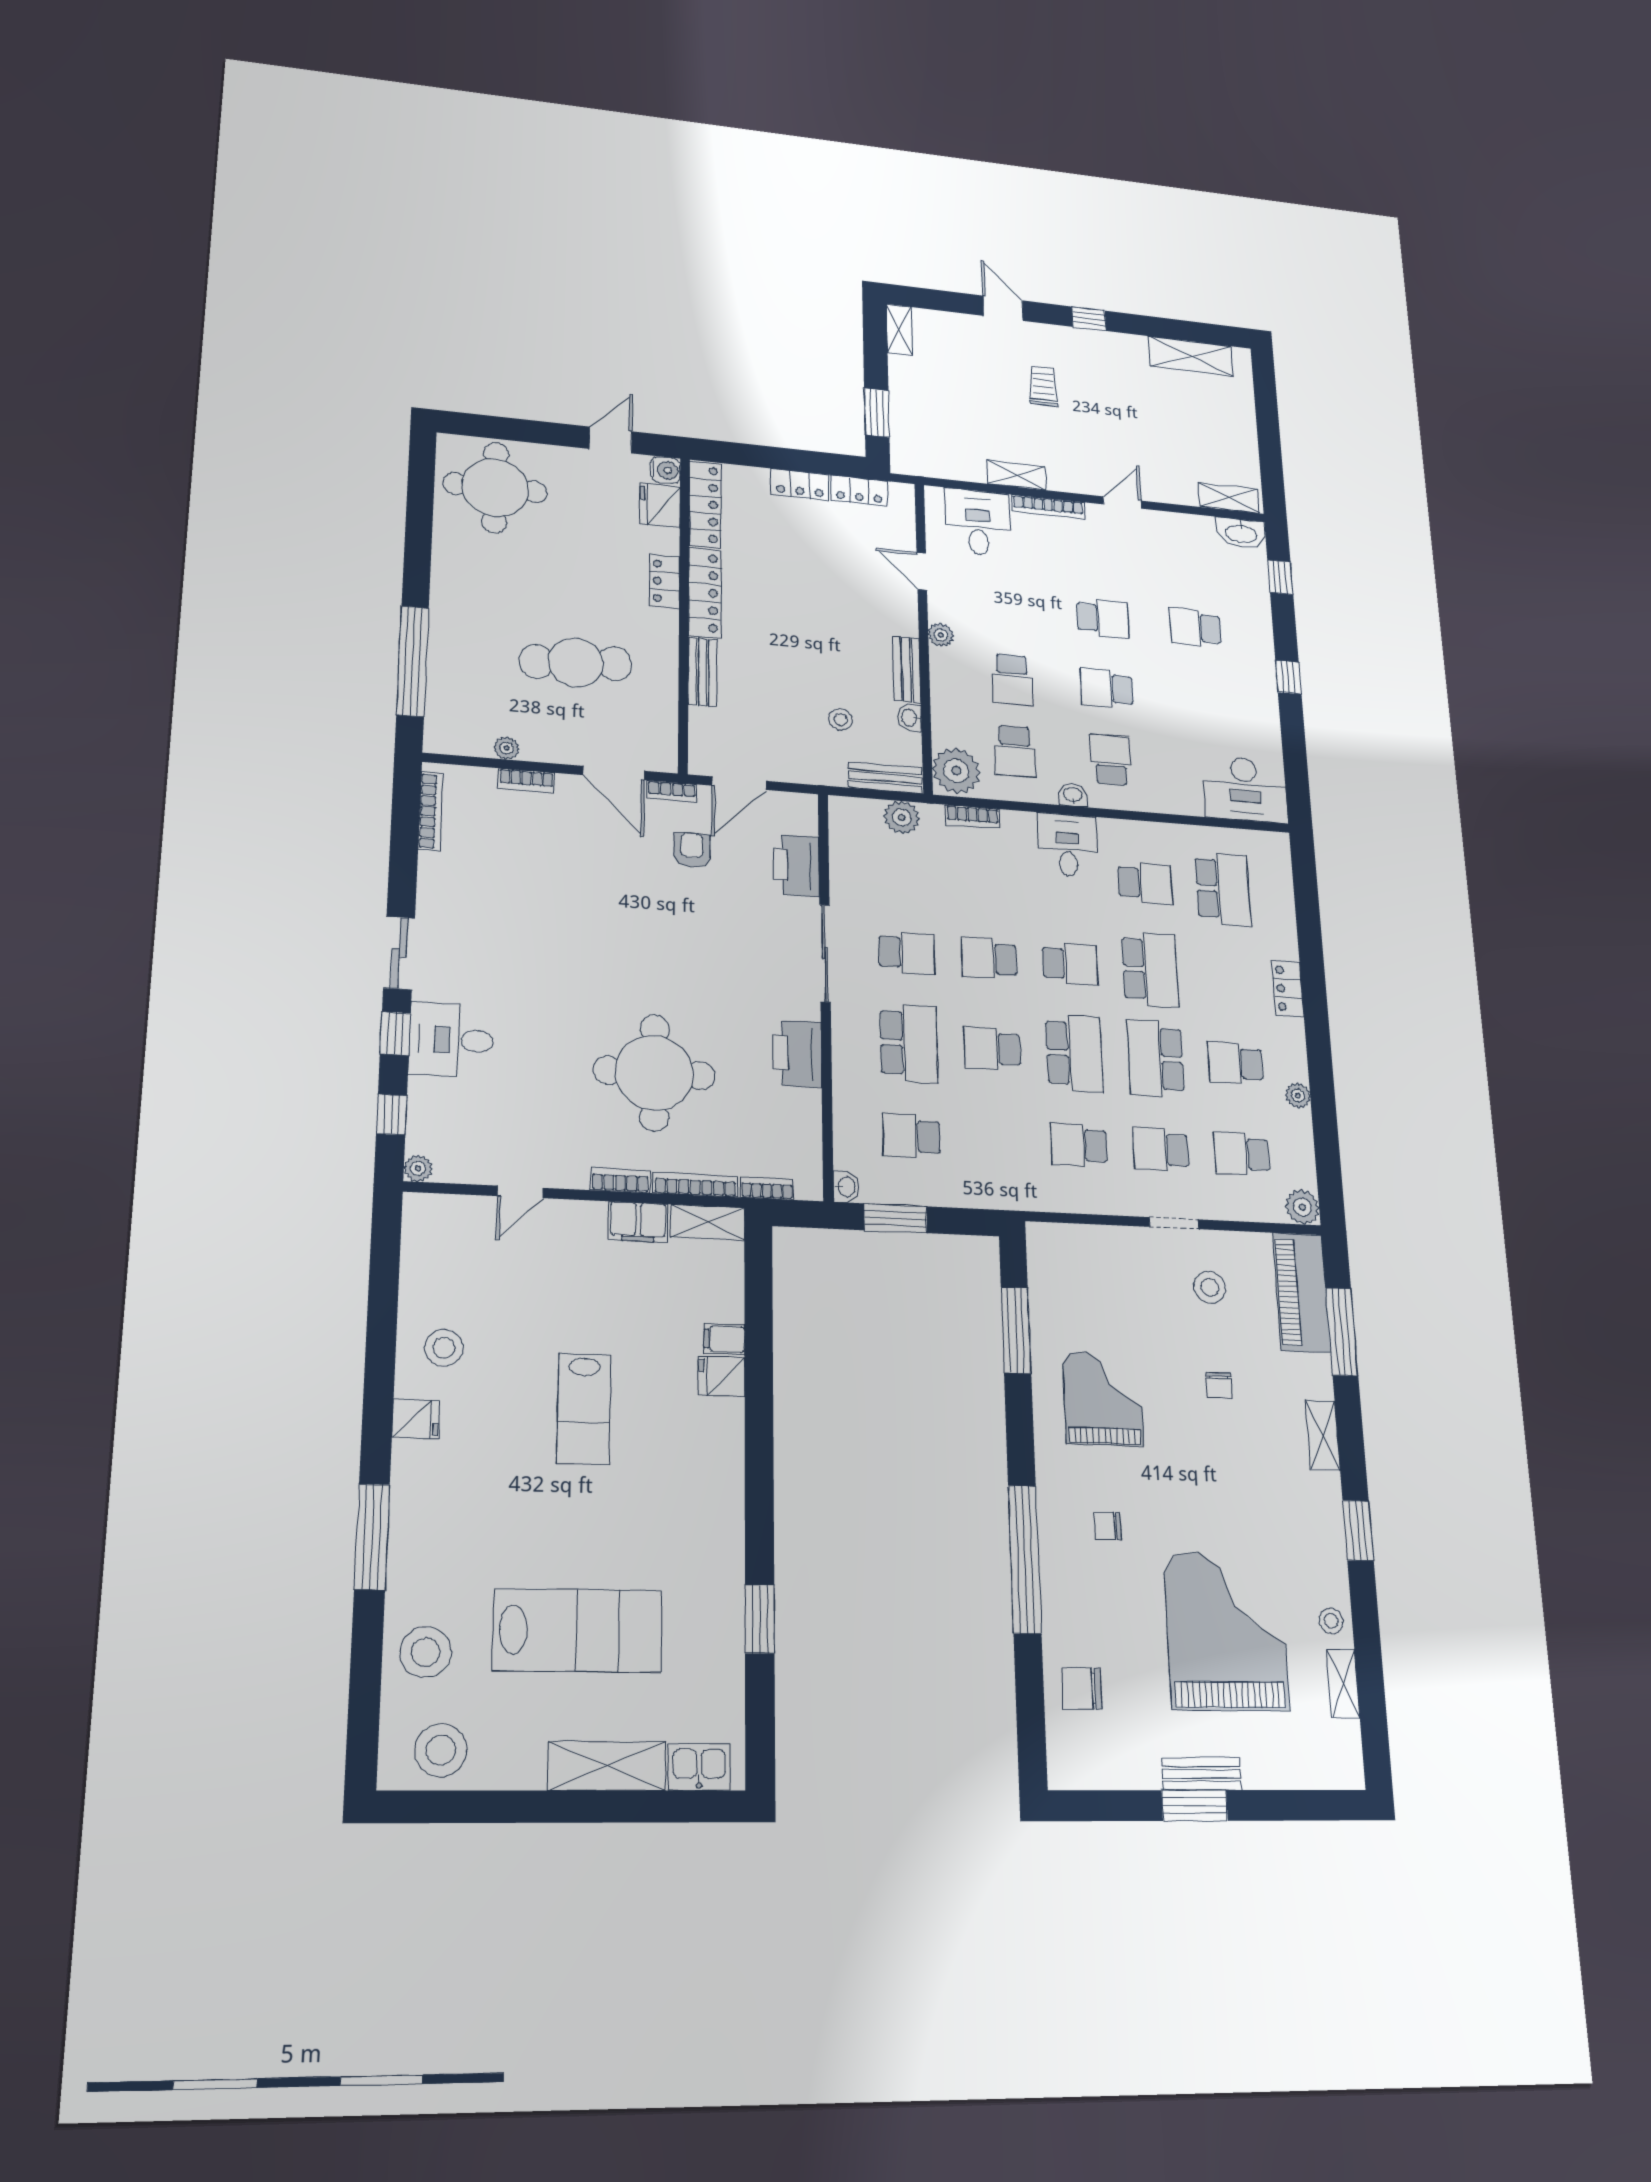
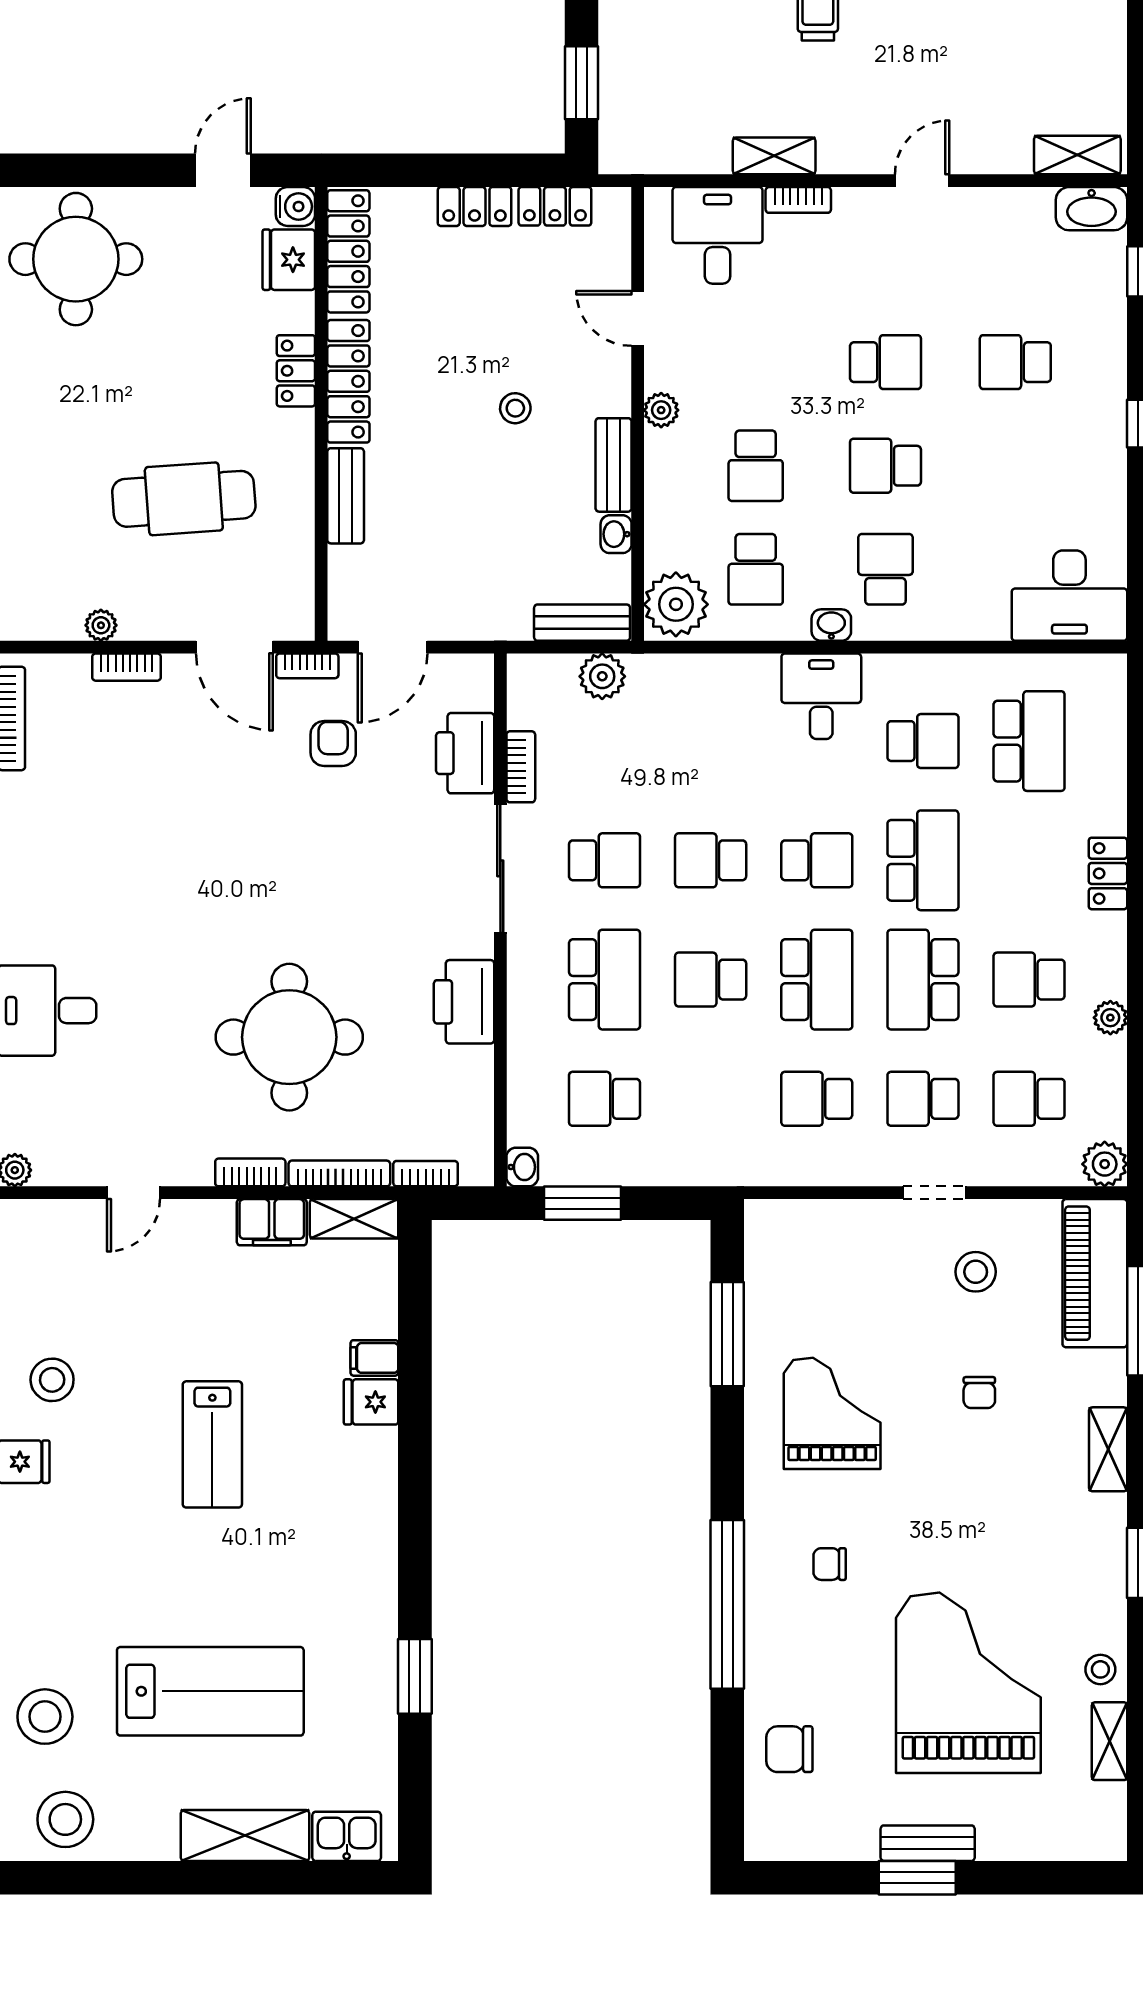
bookcase: (1048, 507) -> (798, 200), width x0.64
stool: (841, 719) -> (515, 408), moved
bookcase: (972, 817) -> (521, 767), moved, turned -90

